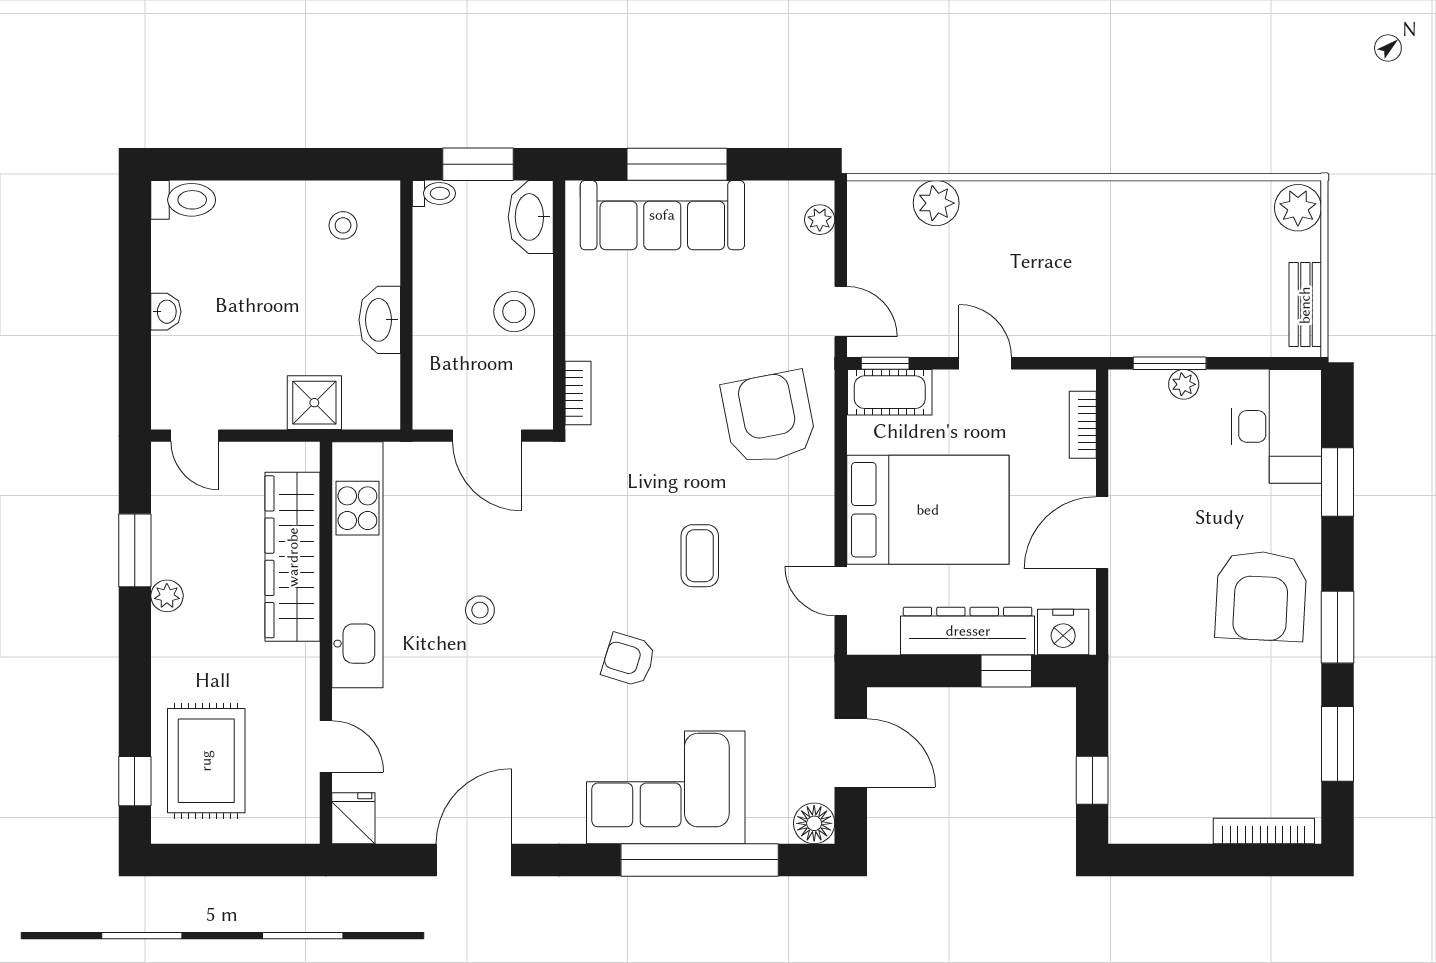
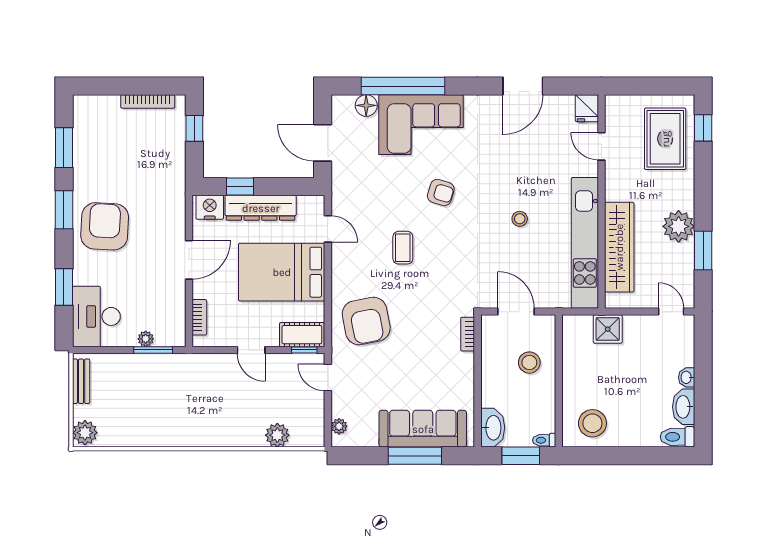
stool: (343, 225) -> (592, 423), width x1.89, depth x1.89
stool: (514, 312) -> (529, 363), moved
washbasin: (380, 320) -> (684, 407), moved, turned 180
plant: (167, 596) -> (679, 226), width x1.88, depth x1.88
floor lamp: (814, 823) -> (366, 105), moved
bookcase: (1264, 831) -> (148, 101), moved

